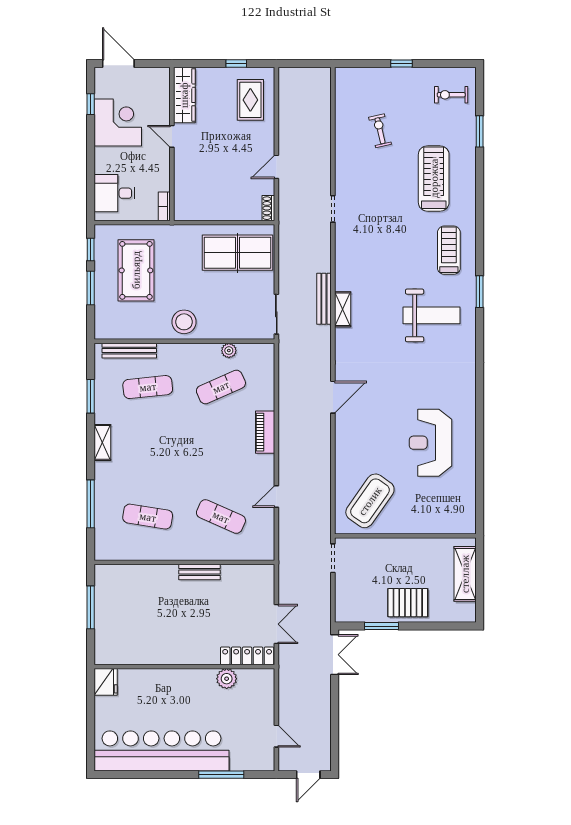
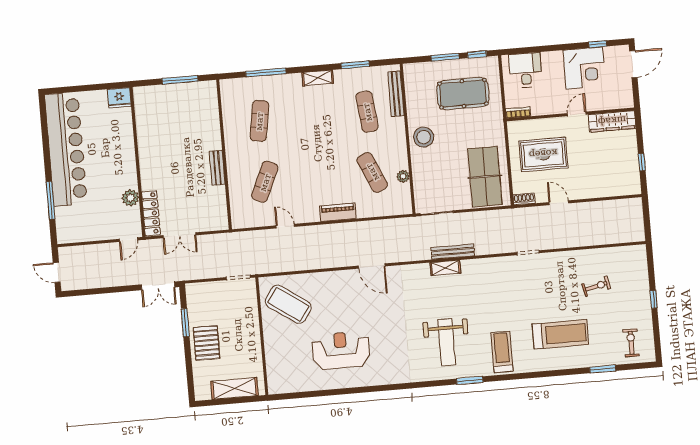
rug: (250, 100) -> (543, 154), moved, width x1.36, depth x1.43
treadmill: (449, 250) -> (502, 352), turned -90
door: (276, 736) -> (128, 240), moved

